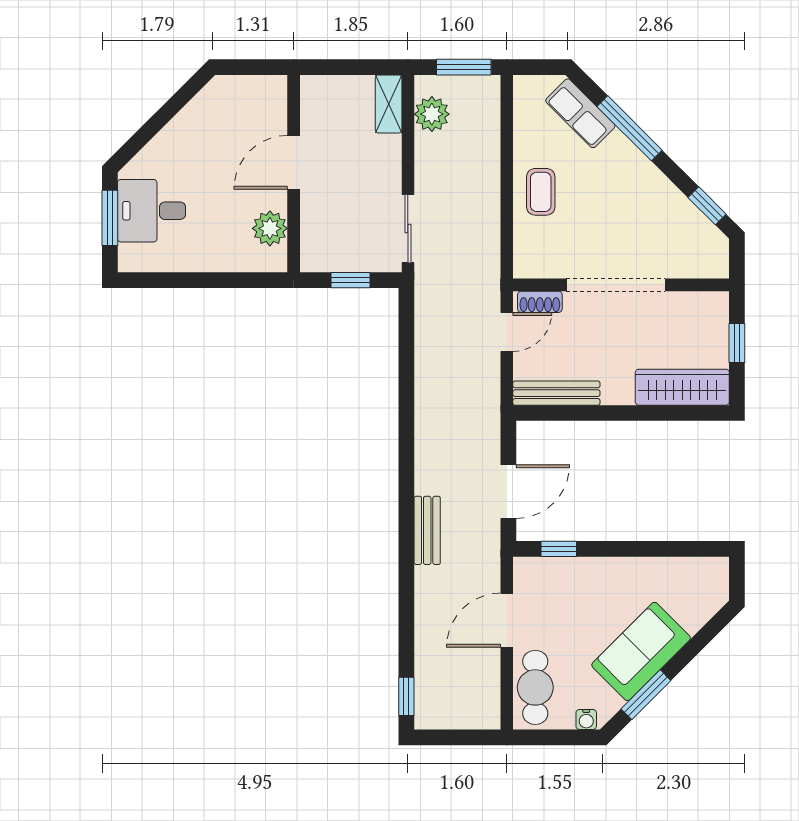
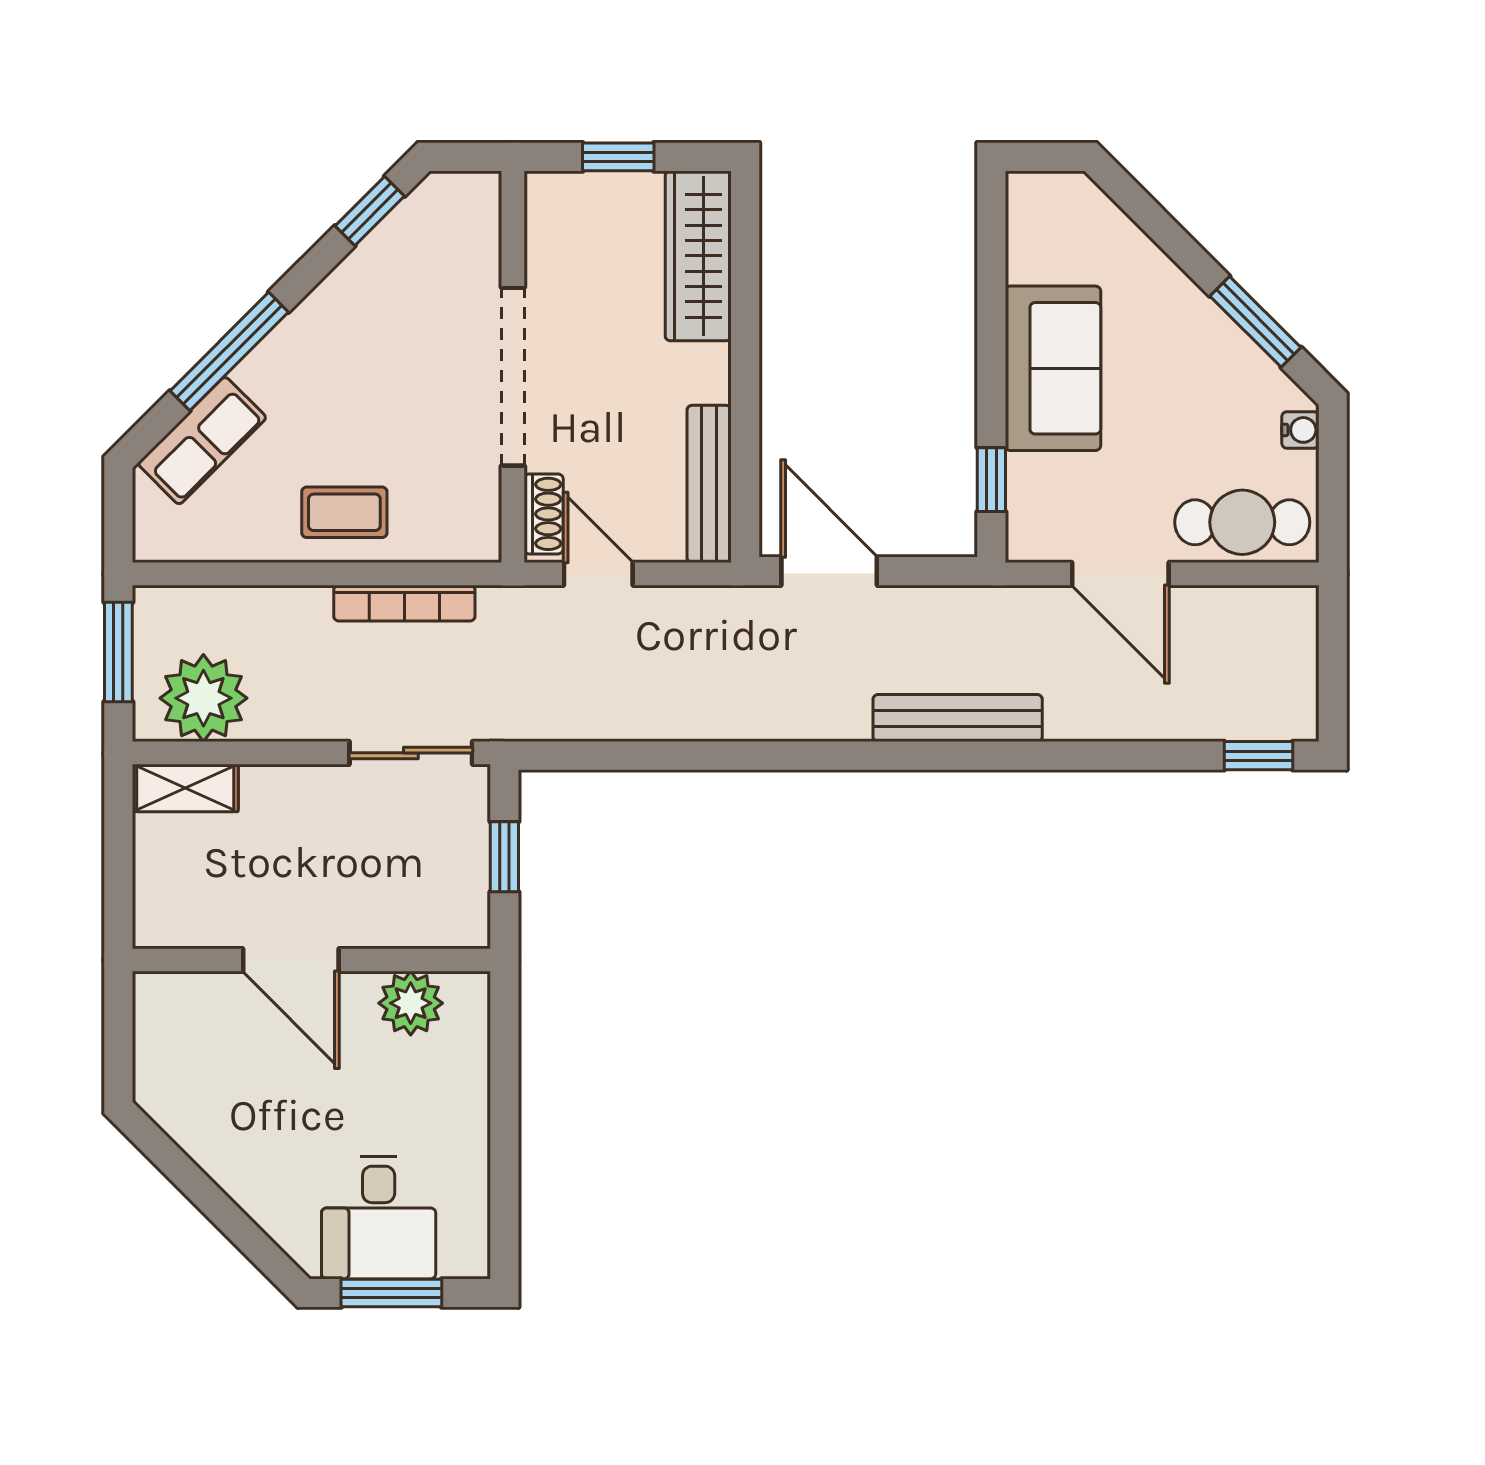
plant: (432, 114) -> (203, 698), width x1.36, depth x1.36
bookcase: (491, 225) -> (404, 603), added
door: (508, 492) -> (829, 571), moved
bench: (427, 530) -> (958, 718), width x1.36
sofa: (641, 651) -> (1053, 368), moved, turned -135

